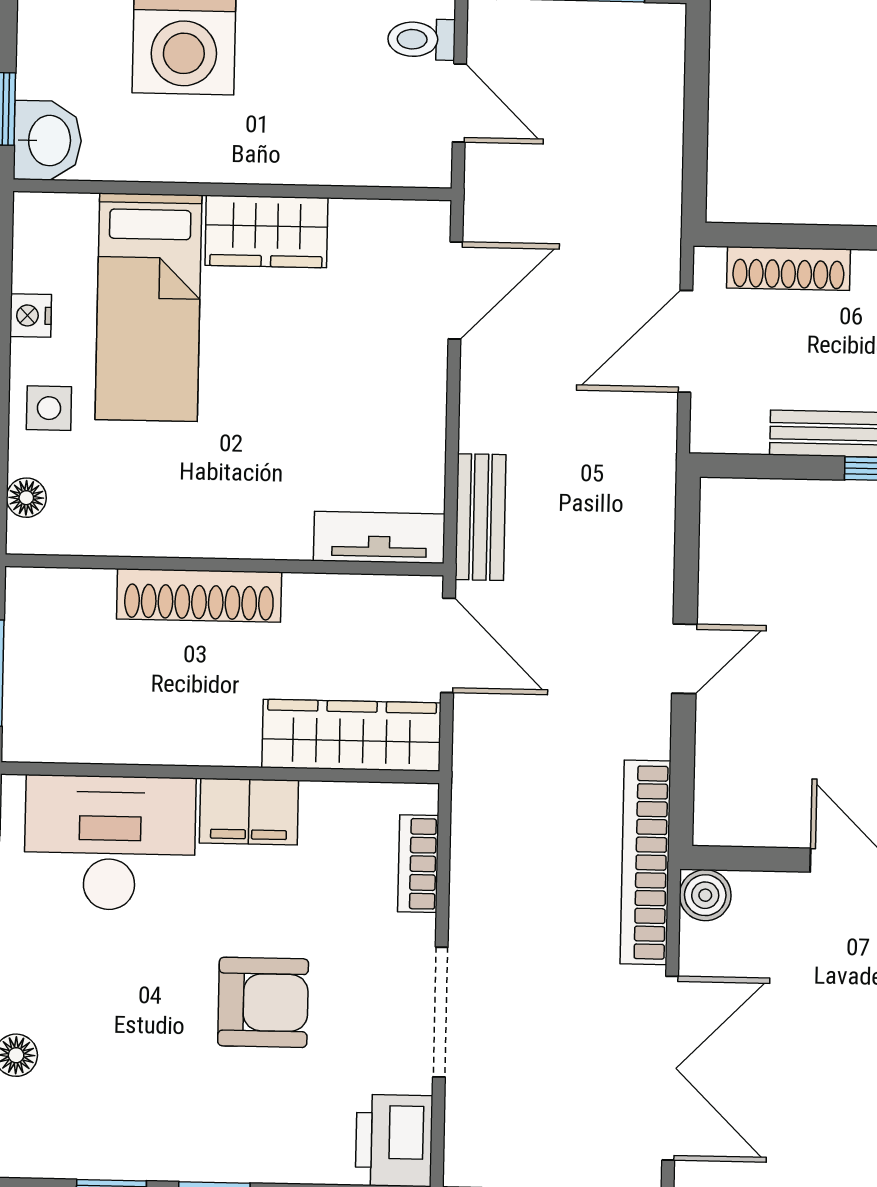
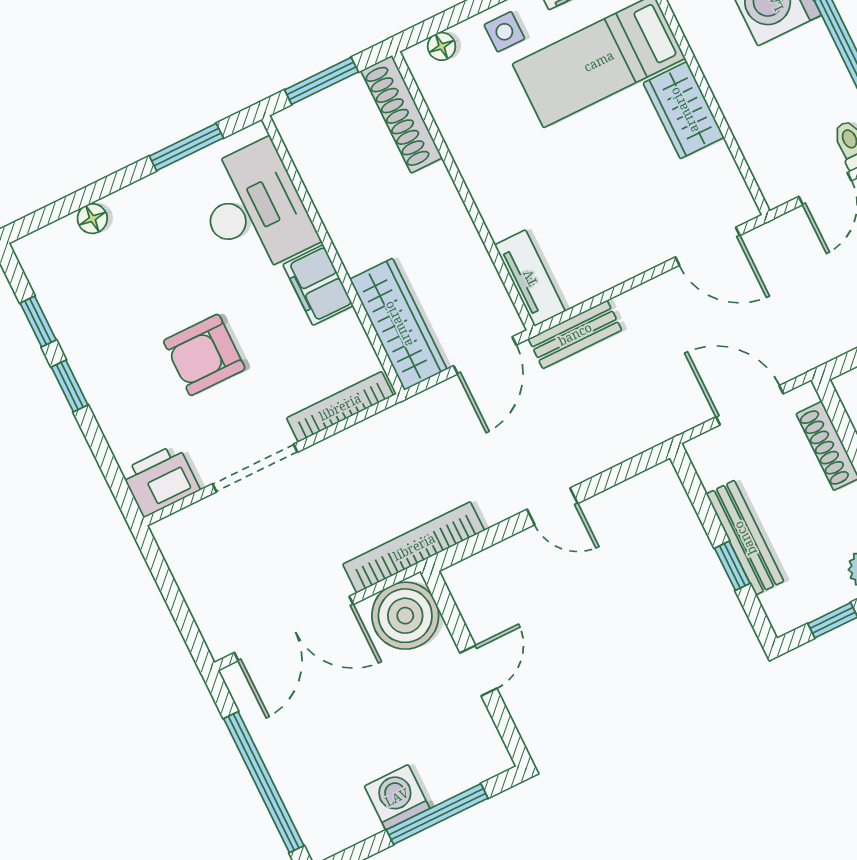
shoe rack: (199, 595) -> (402, 114), moved
bookcase: (418, 864) -> (340, 407), width x1.56
boiler: (705, 895) -> (405, 616), width x1.86, depth x1.86
armchair: (263, 1002) -> (204, 355), turned 90

